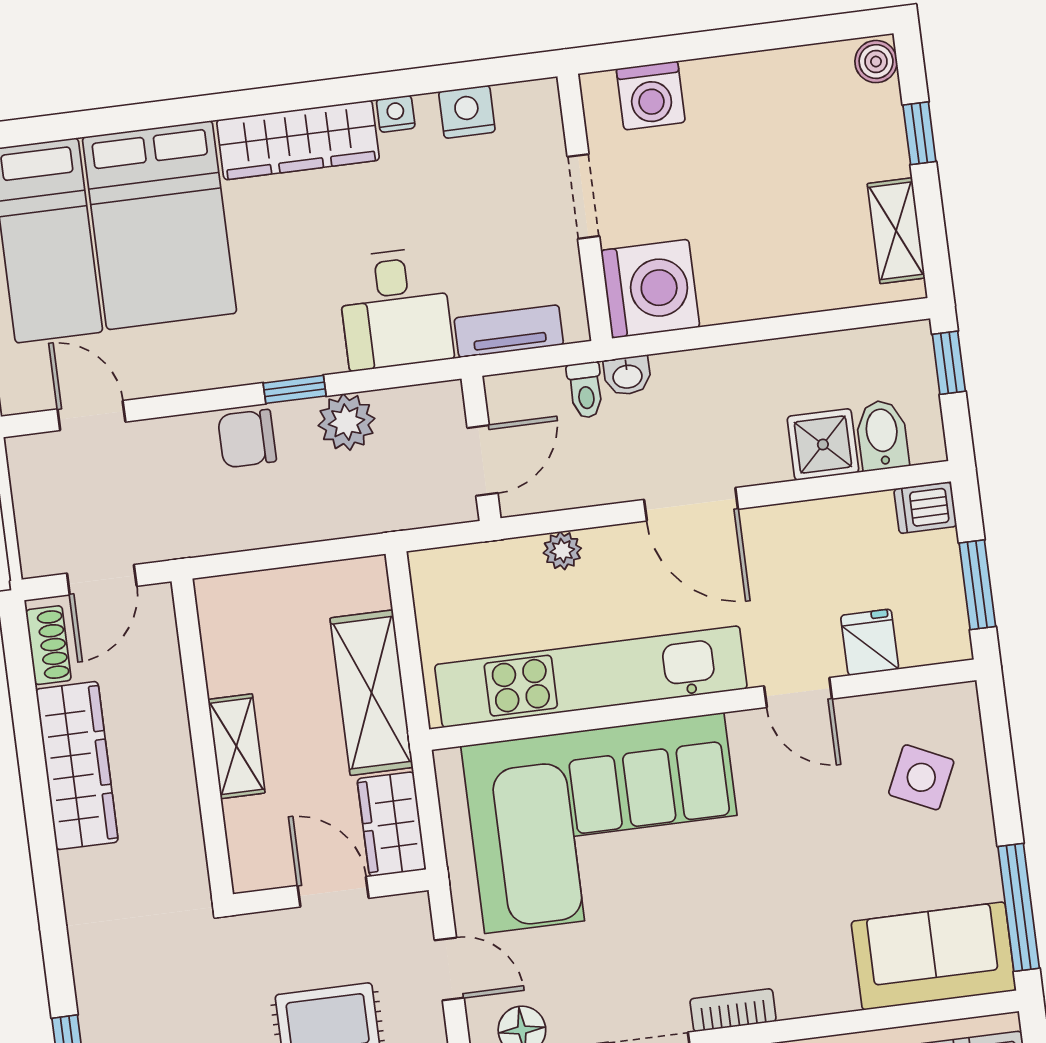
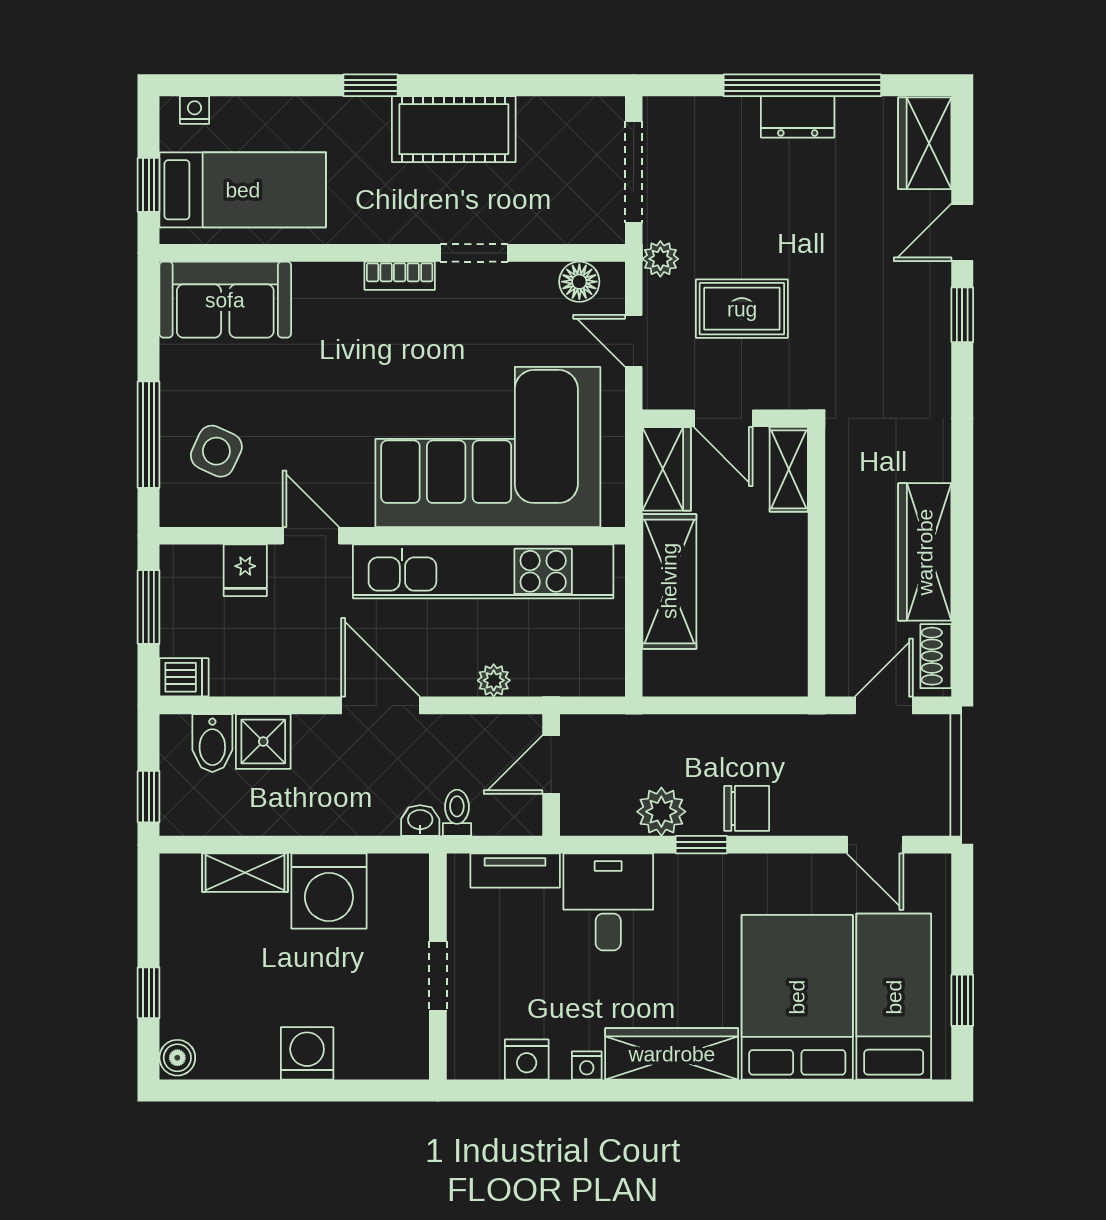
washing machine: (651, 96) -> (307, 1053), moved
shelving: (896, 231) -> (245, 873), moved, turned 90
washing machine: (650, 289) -> (329, 891), moved, turned -90
shelving: (236, 746) -> (789, 469), moved
window: (1019, 907) -> (149, 435), moved

